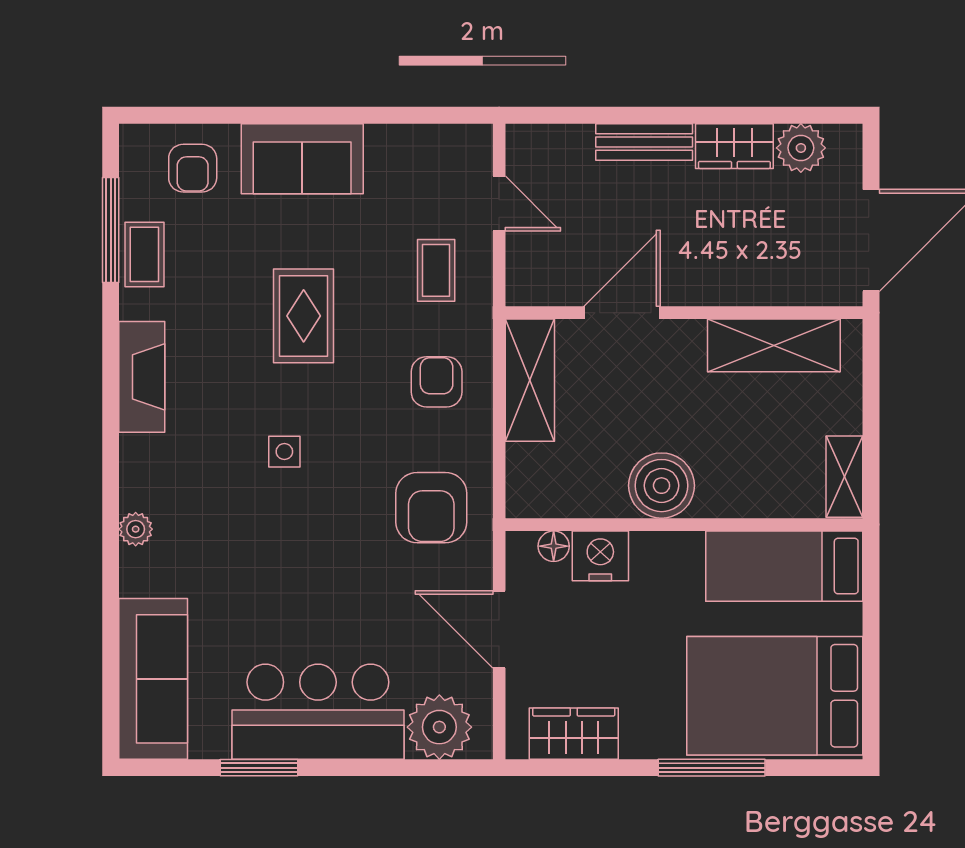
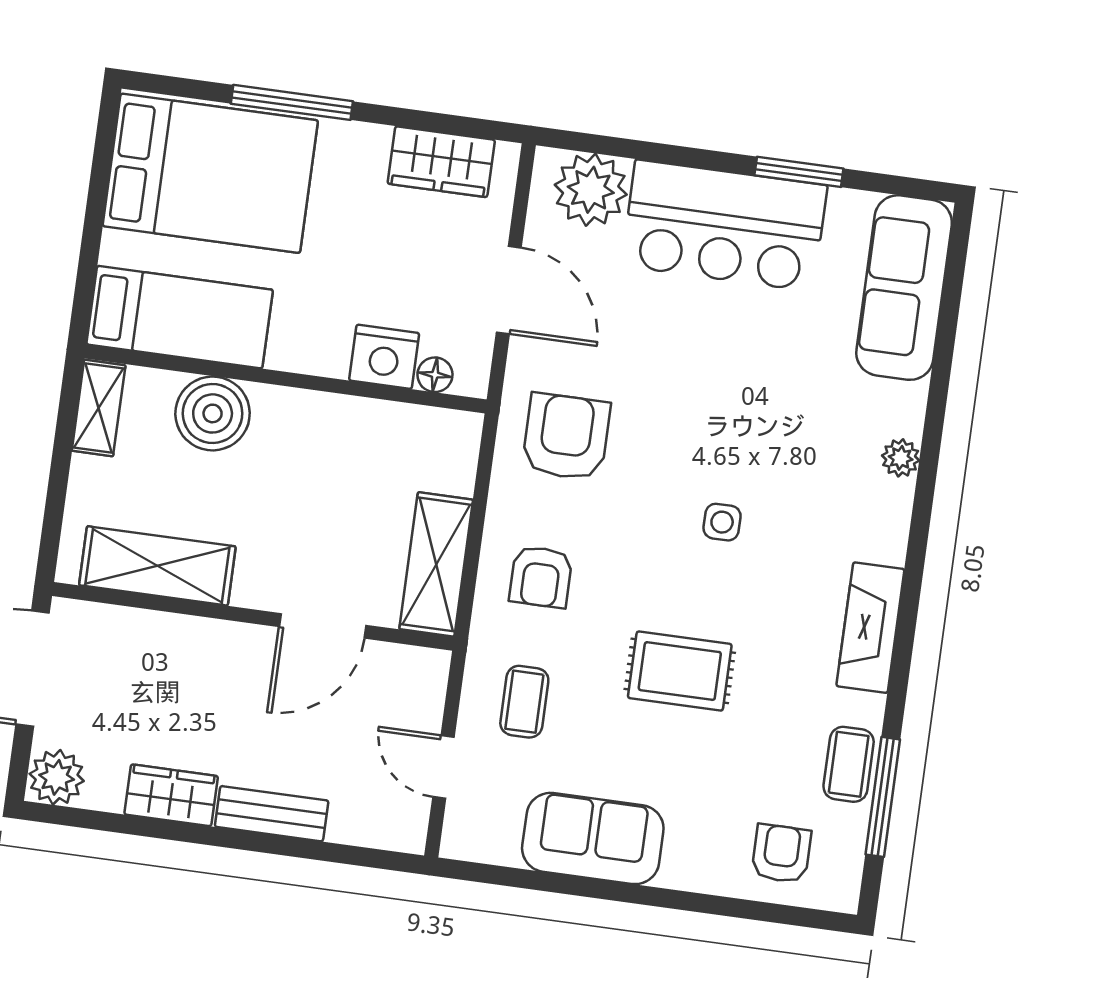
plant: (801, 148) -> (57, 777), moved
sofa: (302, 159) -> (593, 838), moved
rug: (304, 316) -> (680, 671), turned 90
boiler: (662, 486) -> (213, 413), moved

